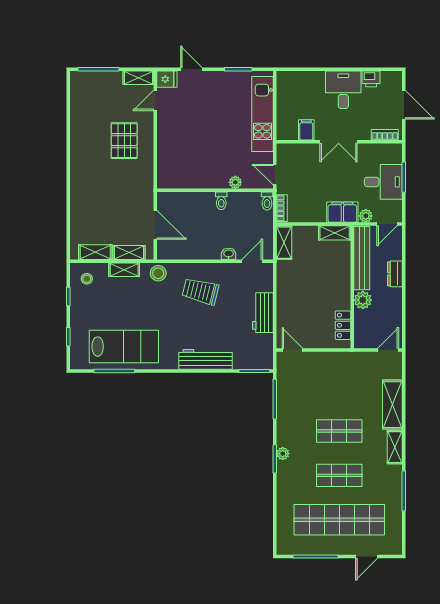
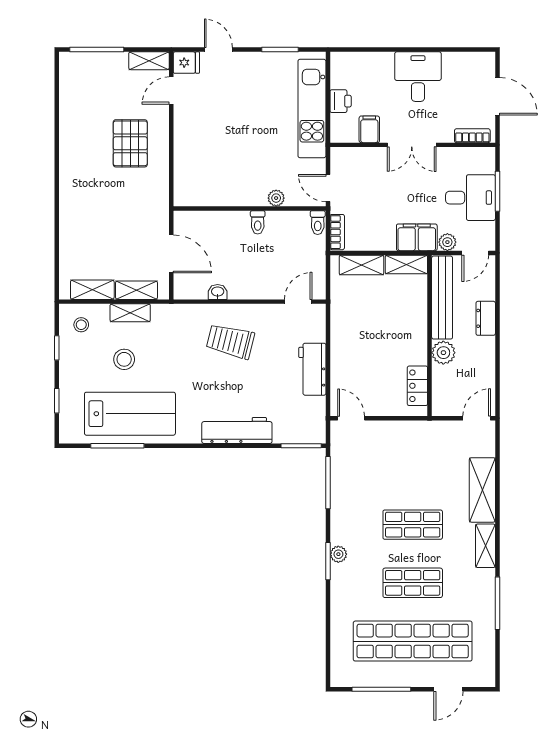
printer: (371, 79) -> (341, 101), moved, turned -90
shelving: (284, 243) -> (361, 265), moved, turned 90
washbasin: (229, 254) -> (218, 292), moved
stool: (158, 273) -> (124, 359), moved

